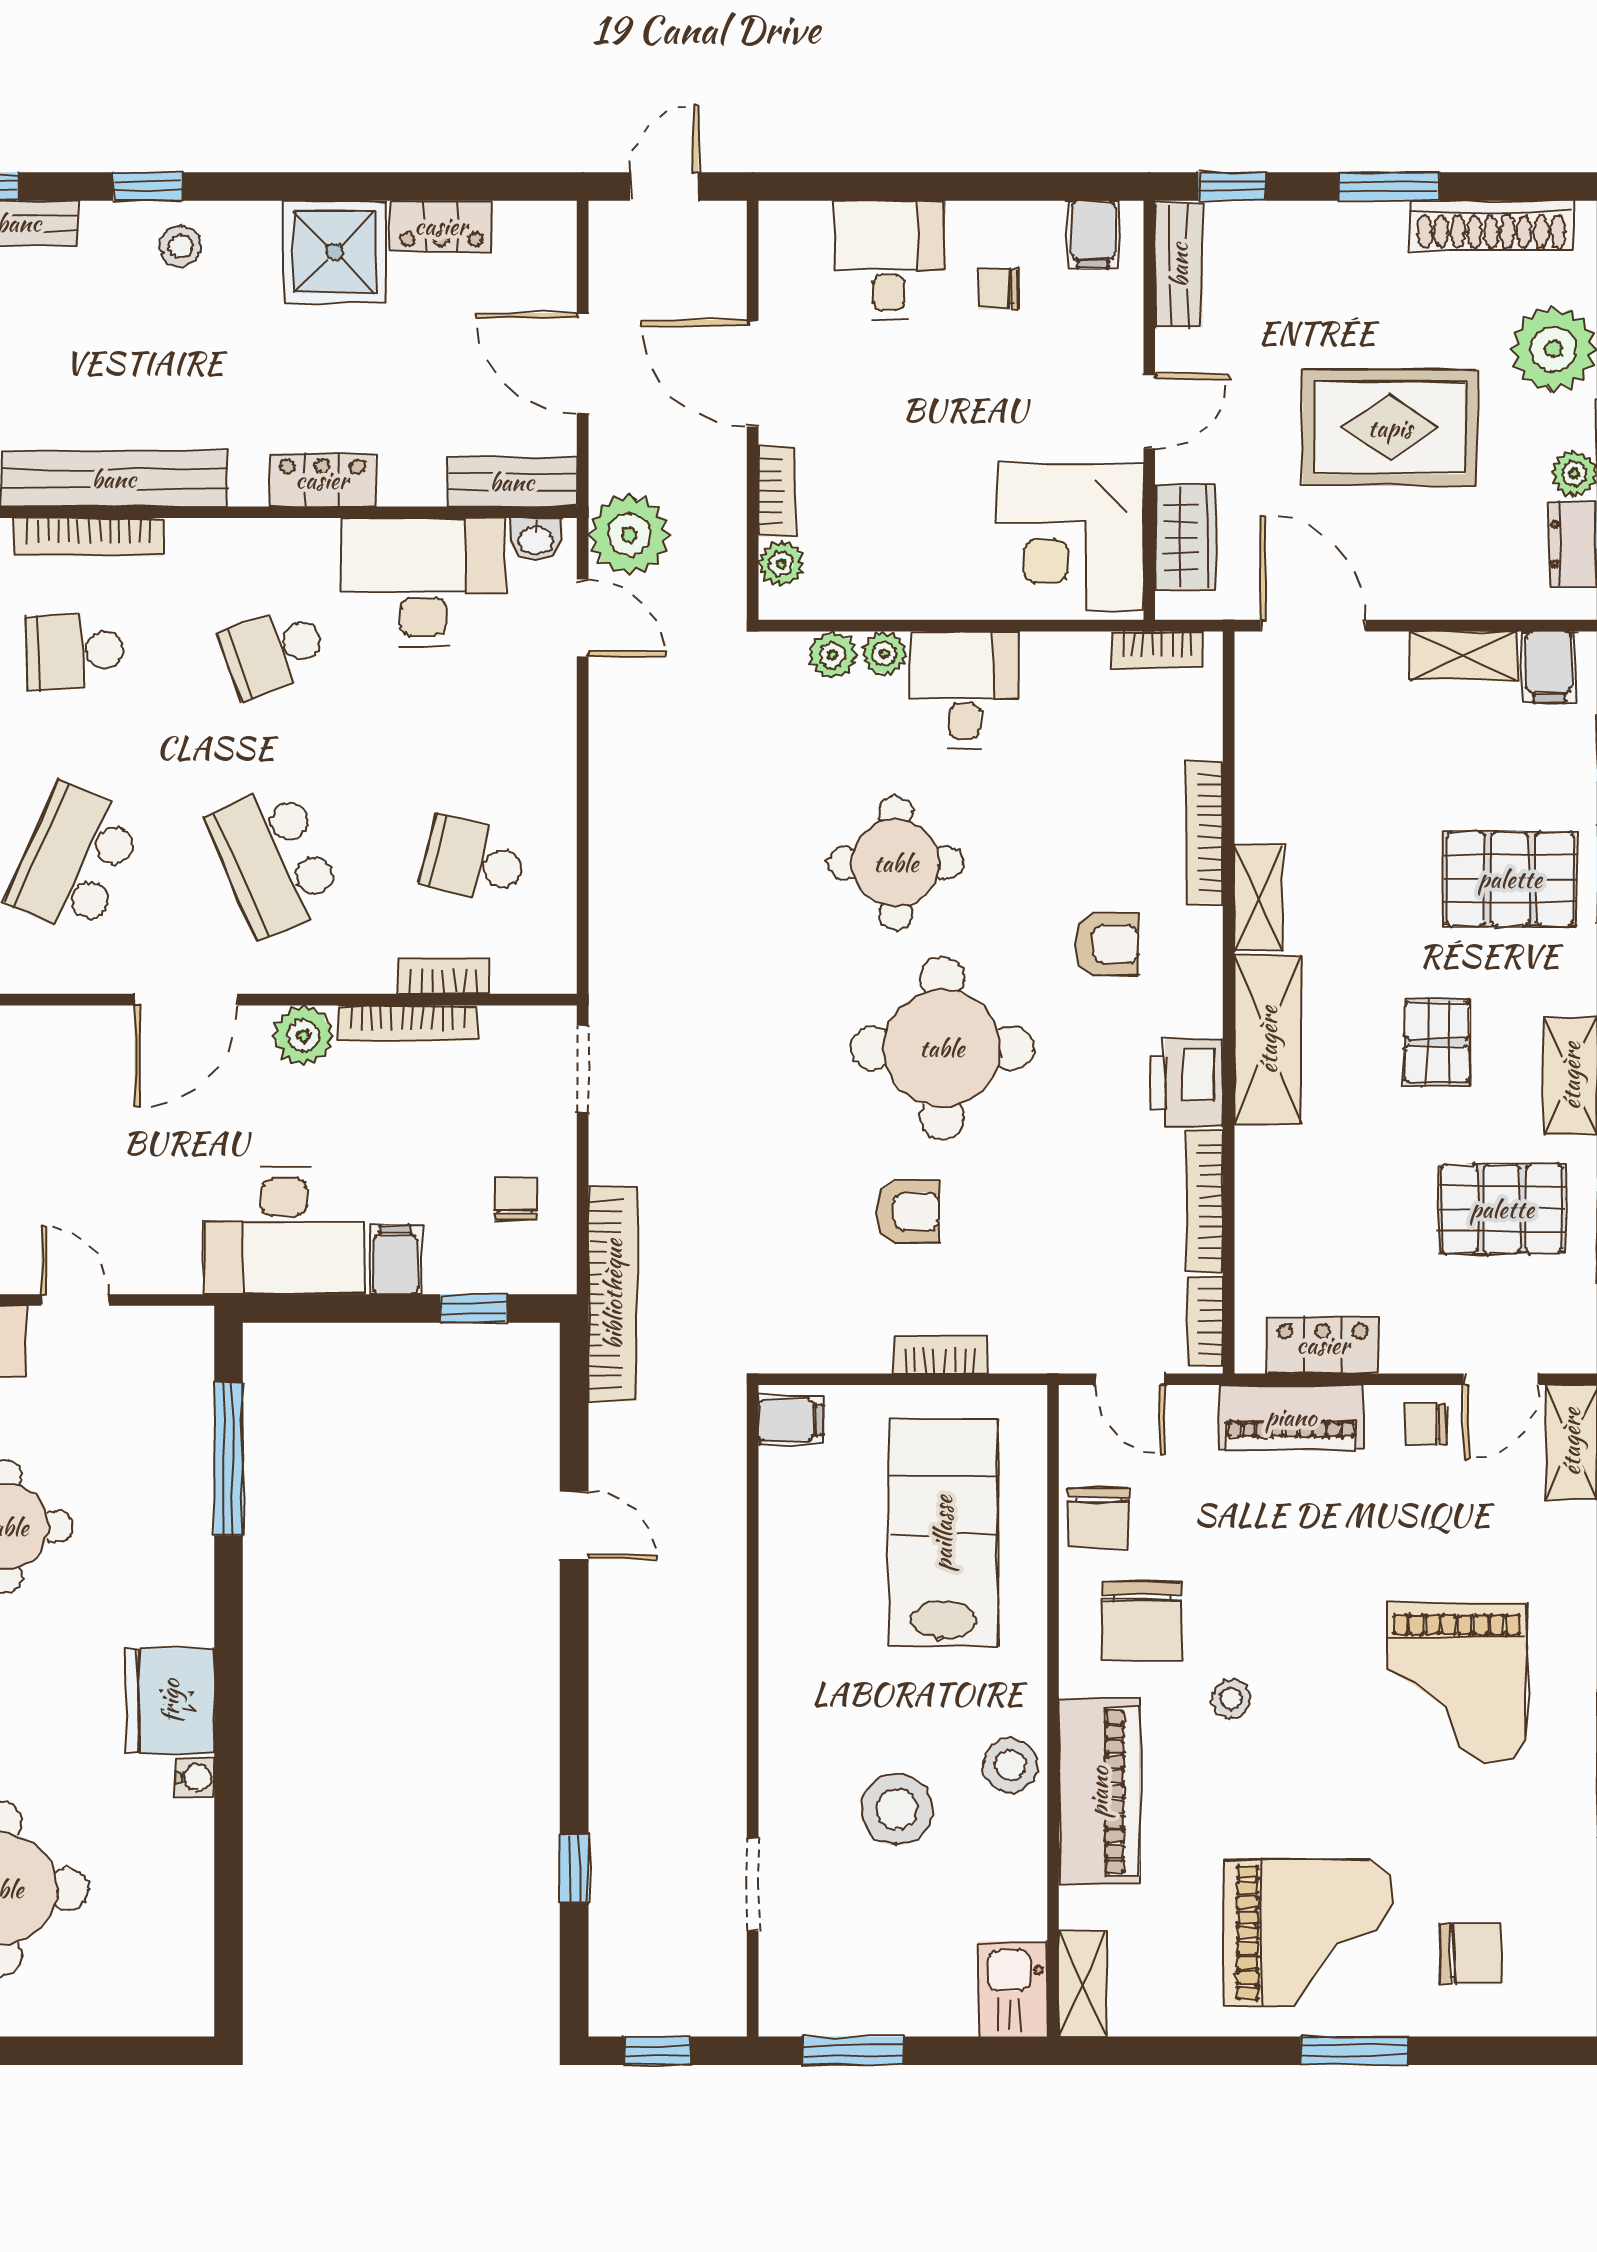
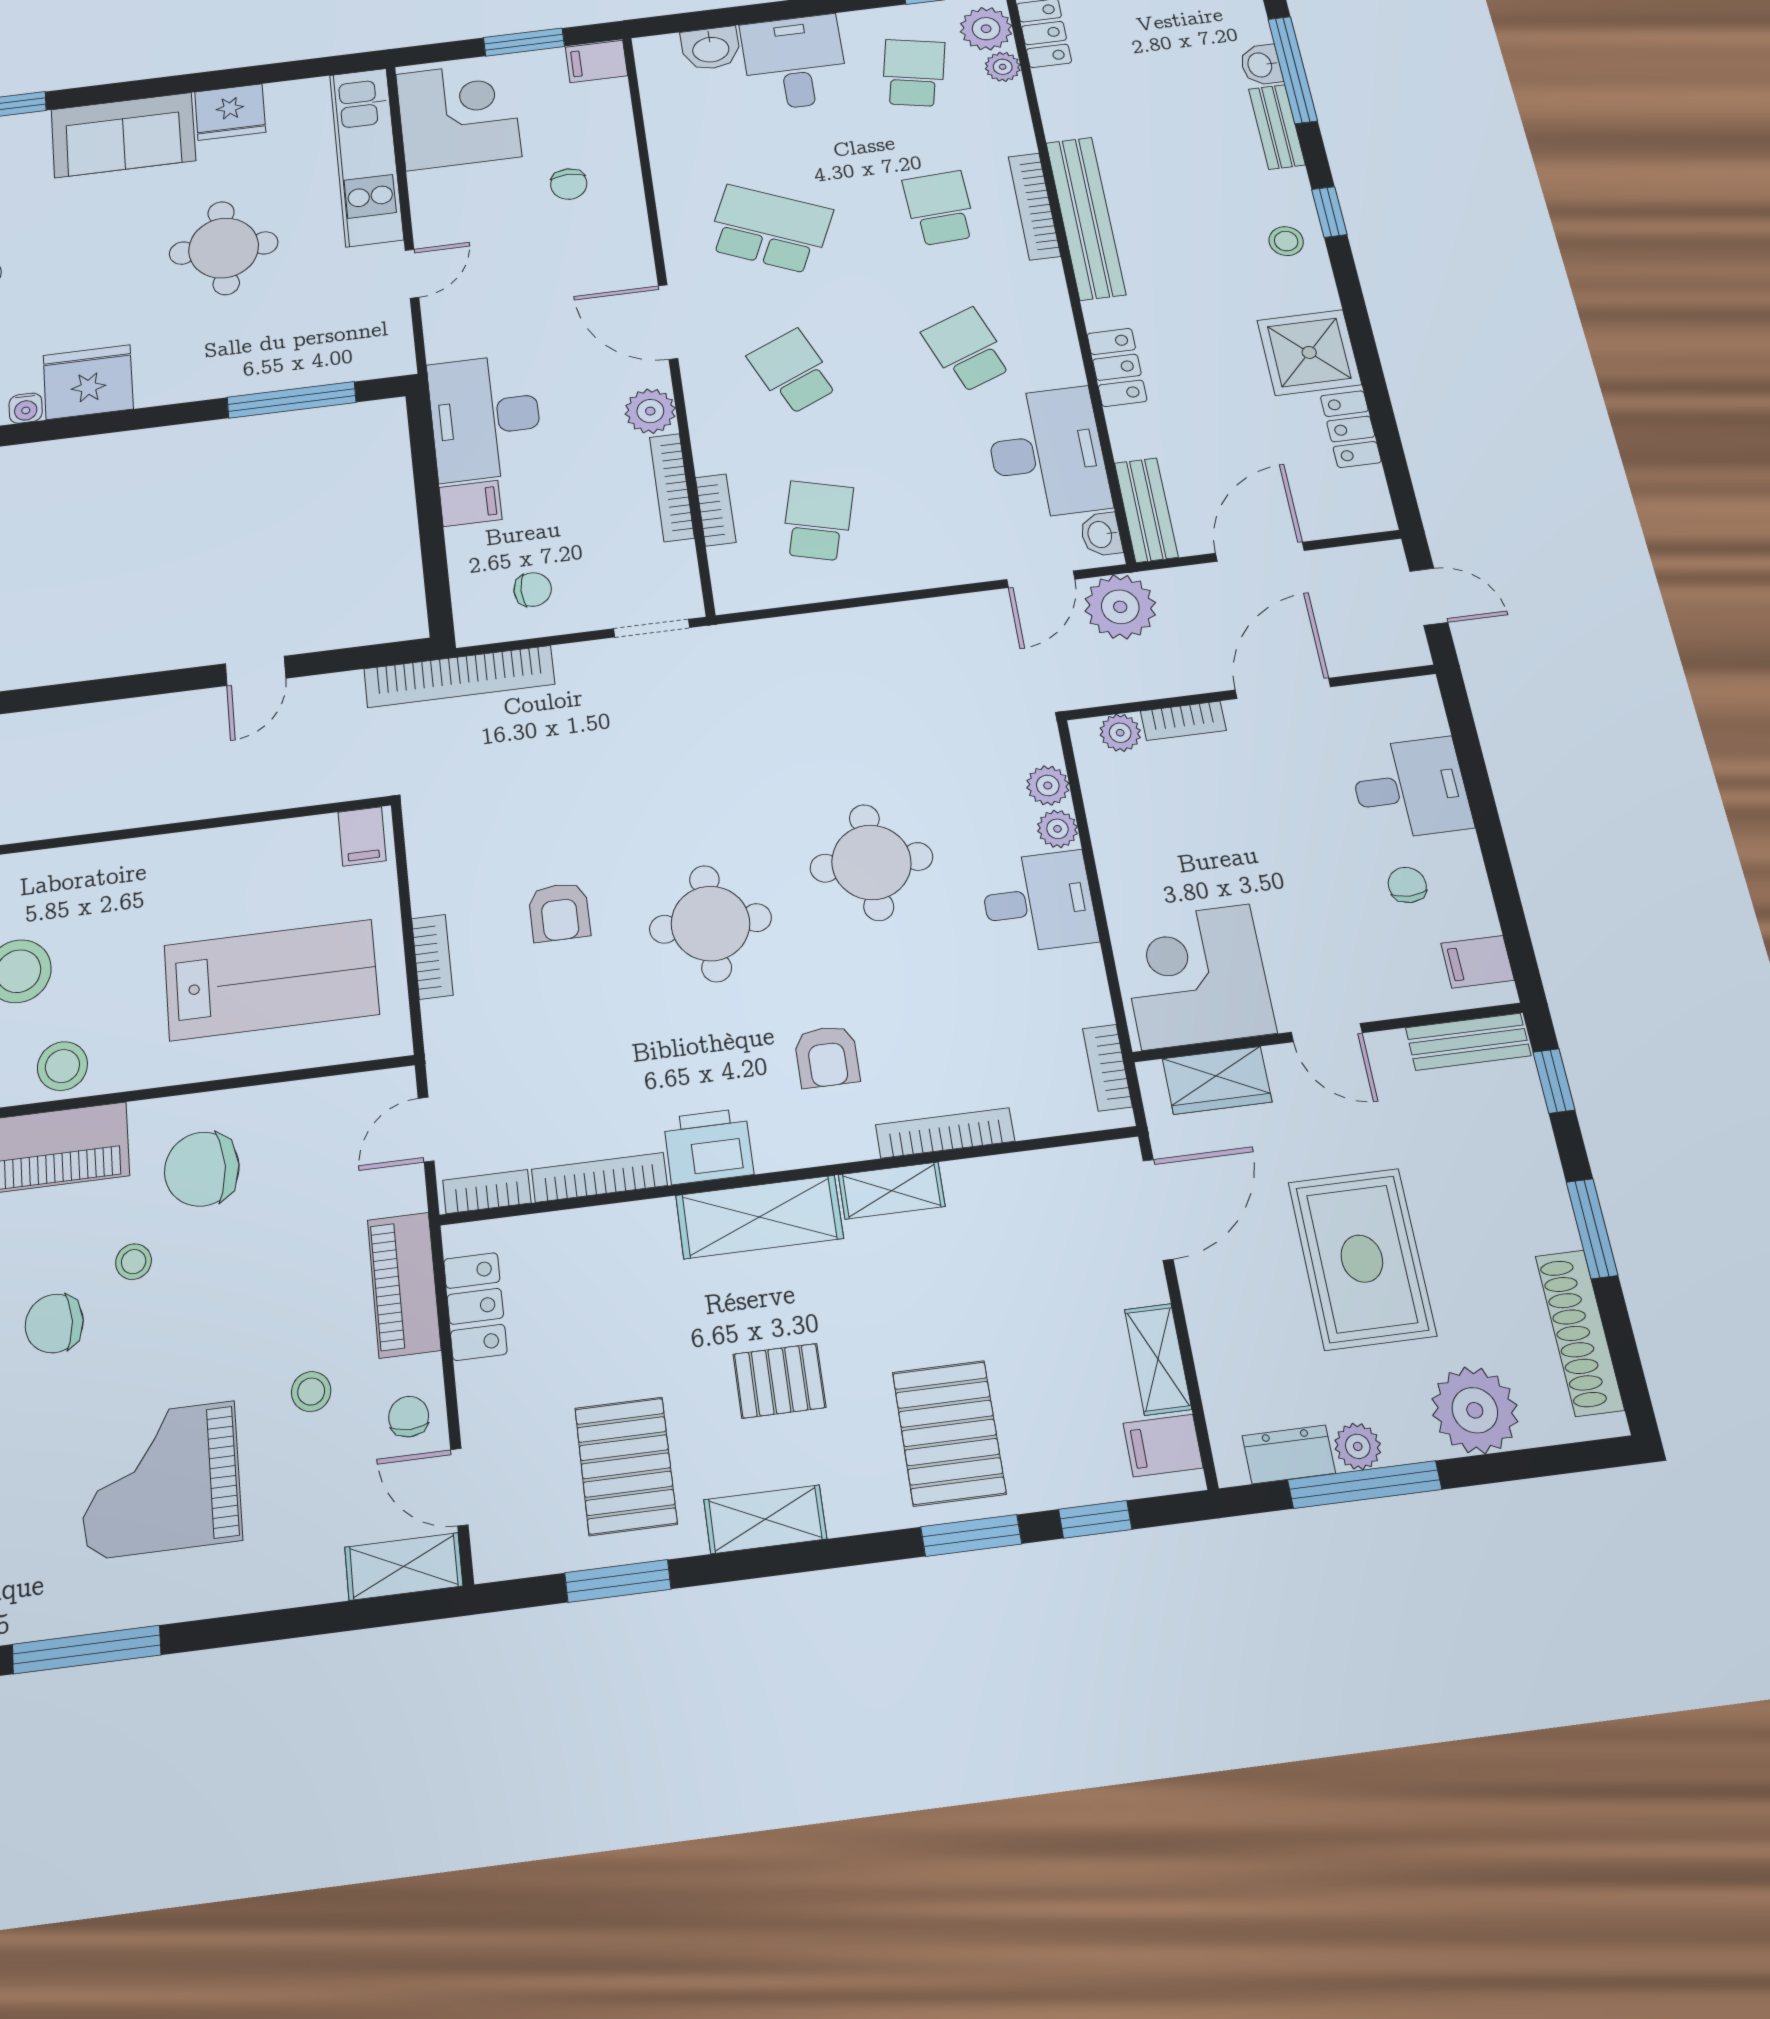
school desk: (274, 861) -> (793, 372), width x0.54
round table: (942, 1048) -> (710, 923), width x0.73, depth x0.73
window: (474, 1308) -> (435, 569), removed
chair: (1098, 1518) -> (54, 1323), moved
stool: (1388, 1522) -> (311, 1392), added

